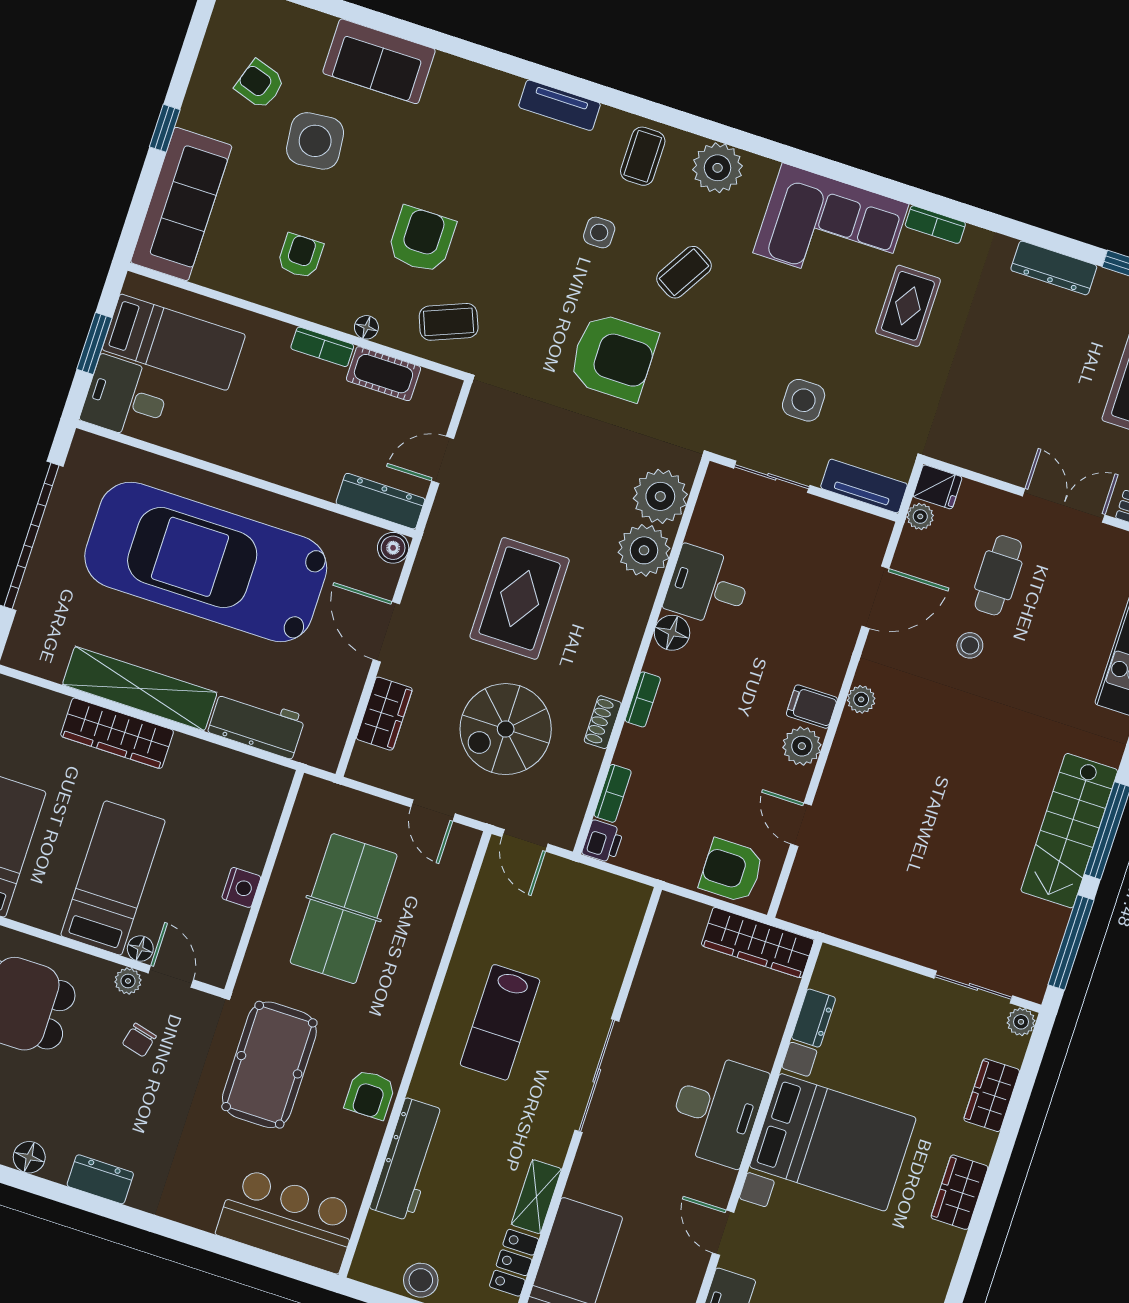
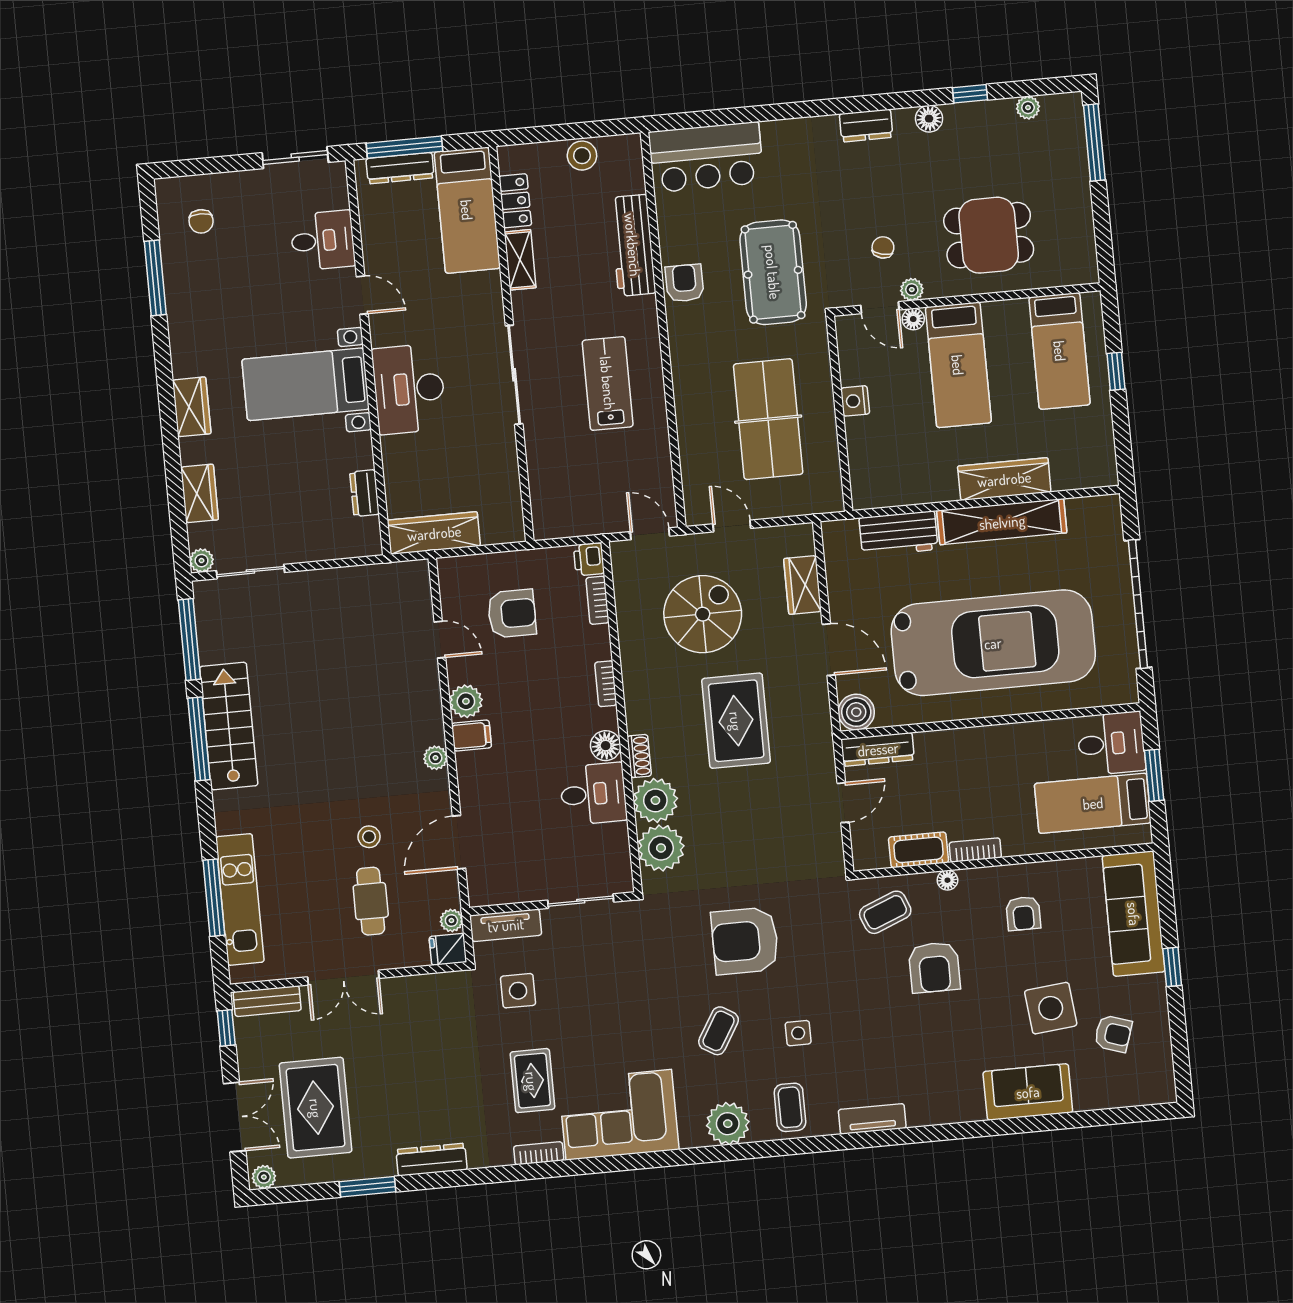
side table: (804, 400) -> (518, 991), moved
boiler: (393, 548) -> (856, 712), width x1.36, depth x1.36
shoe rack: (603, 722) -> (639, 756), moved
armchair: (731, 871) -> (512, 614), moved
bed with nightstands: (833, 1142) -> (306, 384), width x0.73

